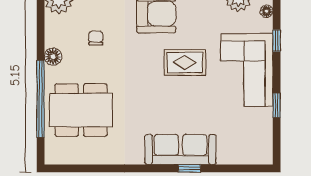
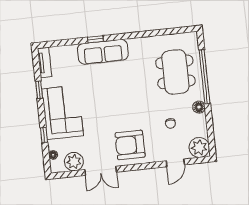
rug: (185, 62) -> (106, 113), removed
dining table: (81, 110) -> (175, 72), turned 90
tv unit: (265, 143) -> (45, 63), added

